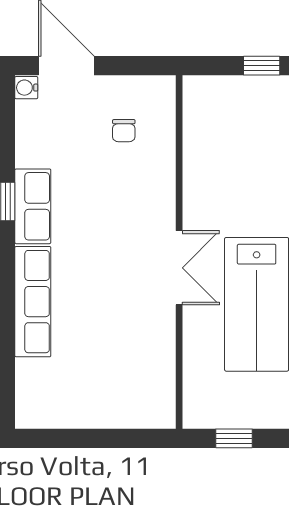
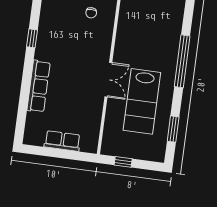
row of seats: (33, 206) -> (62, 141), moved, turned -90

